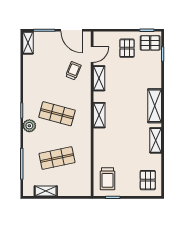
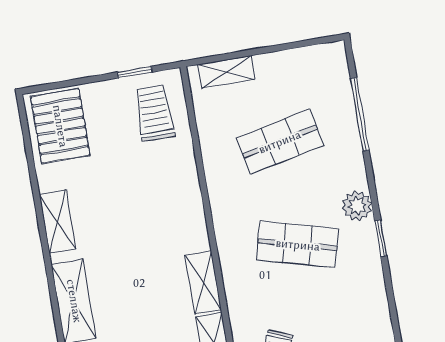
shelving: (99, 115) -> (203, 283), moved
pallet: (148, 180) -> (60, 126), width x1.50, depth x1.42
shelving: (46, 191) -> (227, 72), moved

